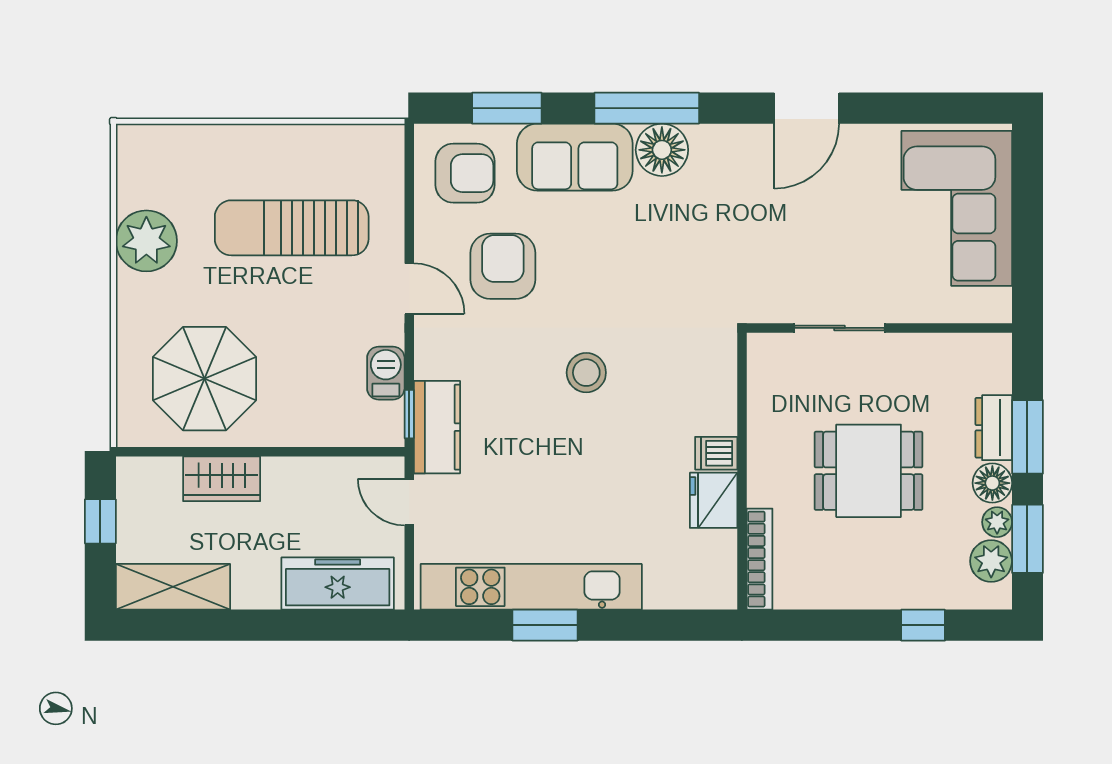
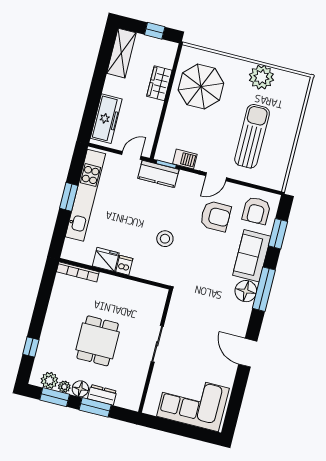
dishwasher: (716, 453) -> (124, 265), moved
wall: (742, 471) -> (114, 274), moved
fridge: (714, 500) -> (106, 259), moved
bookcase: (760, 559) -> (78, 272), moved

